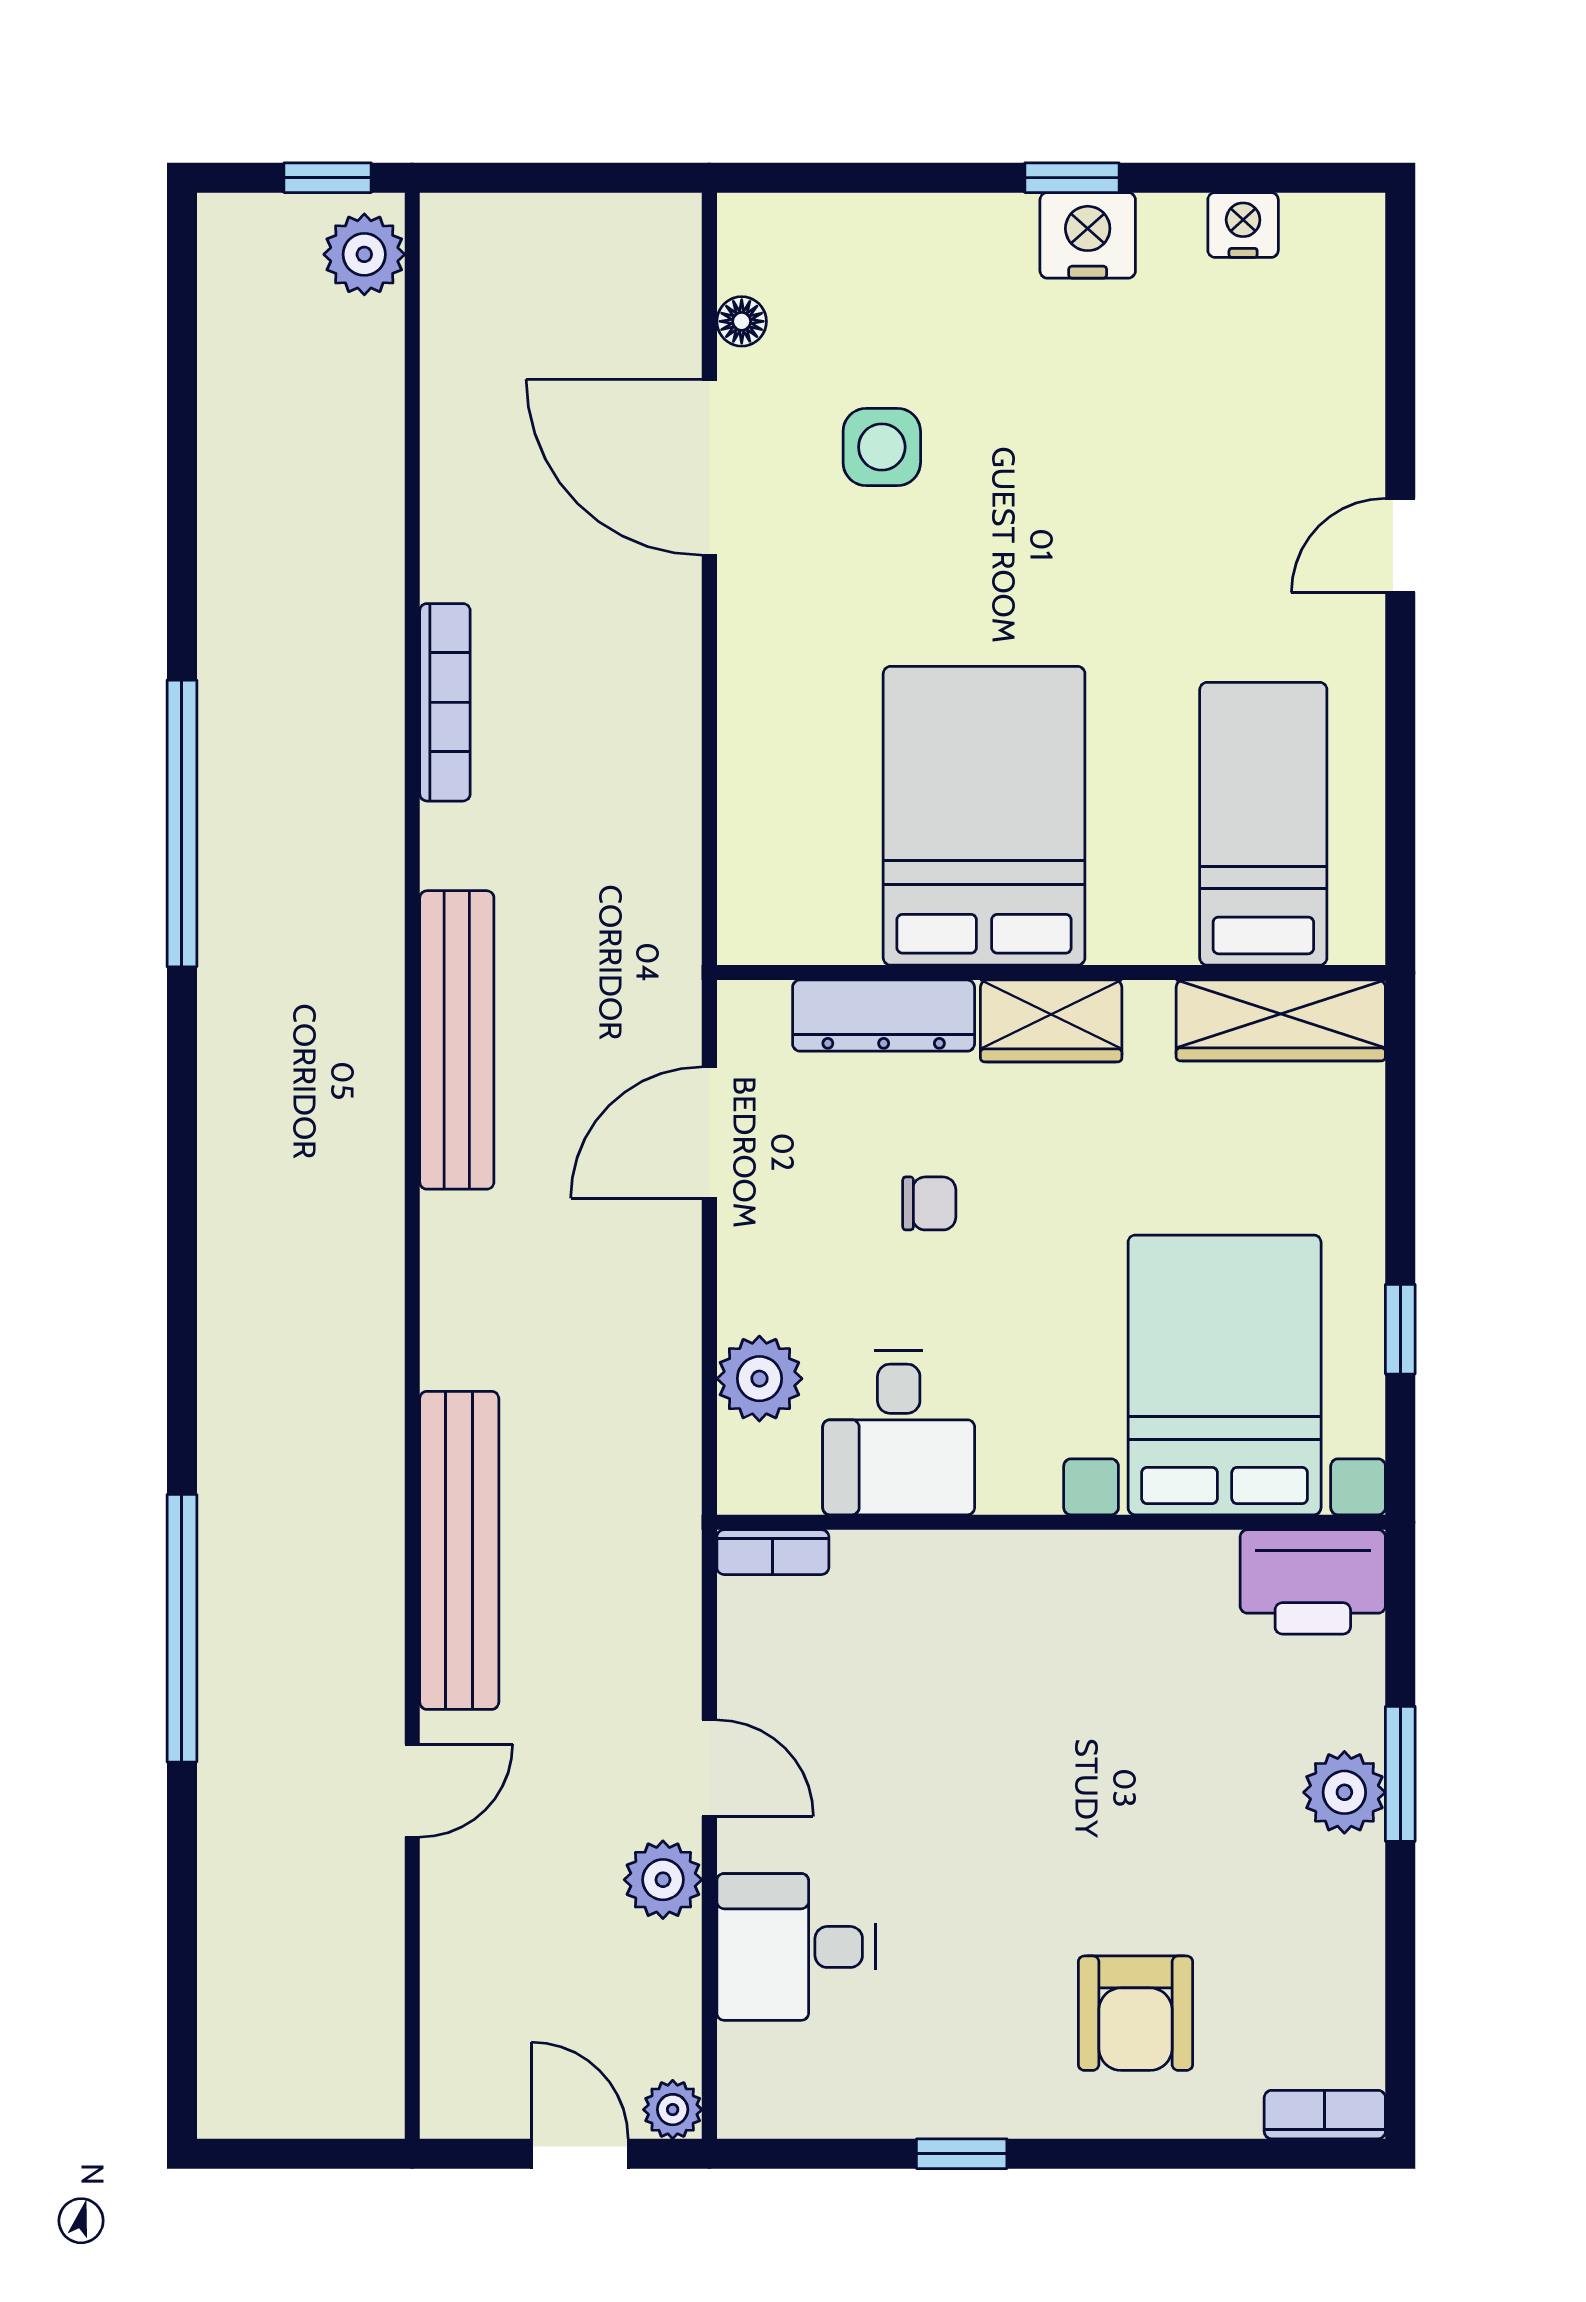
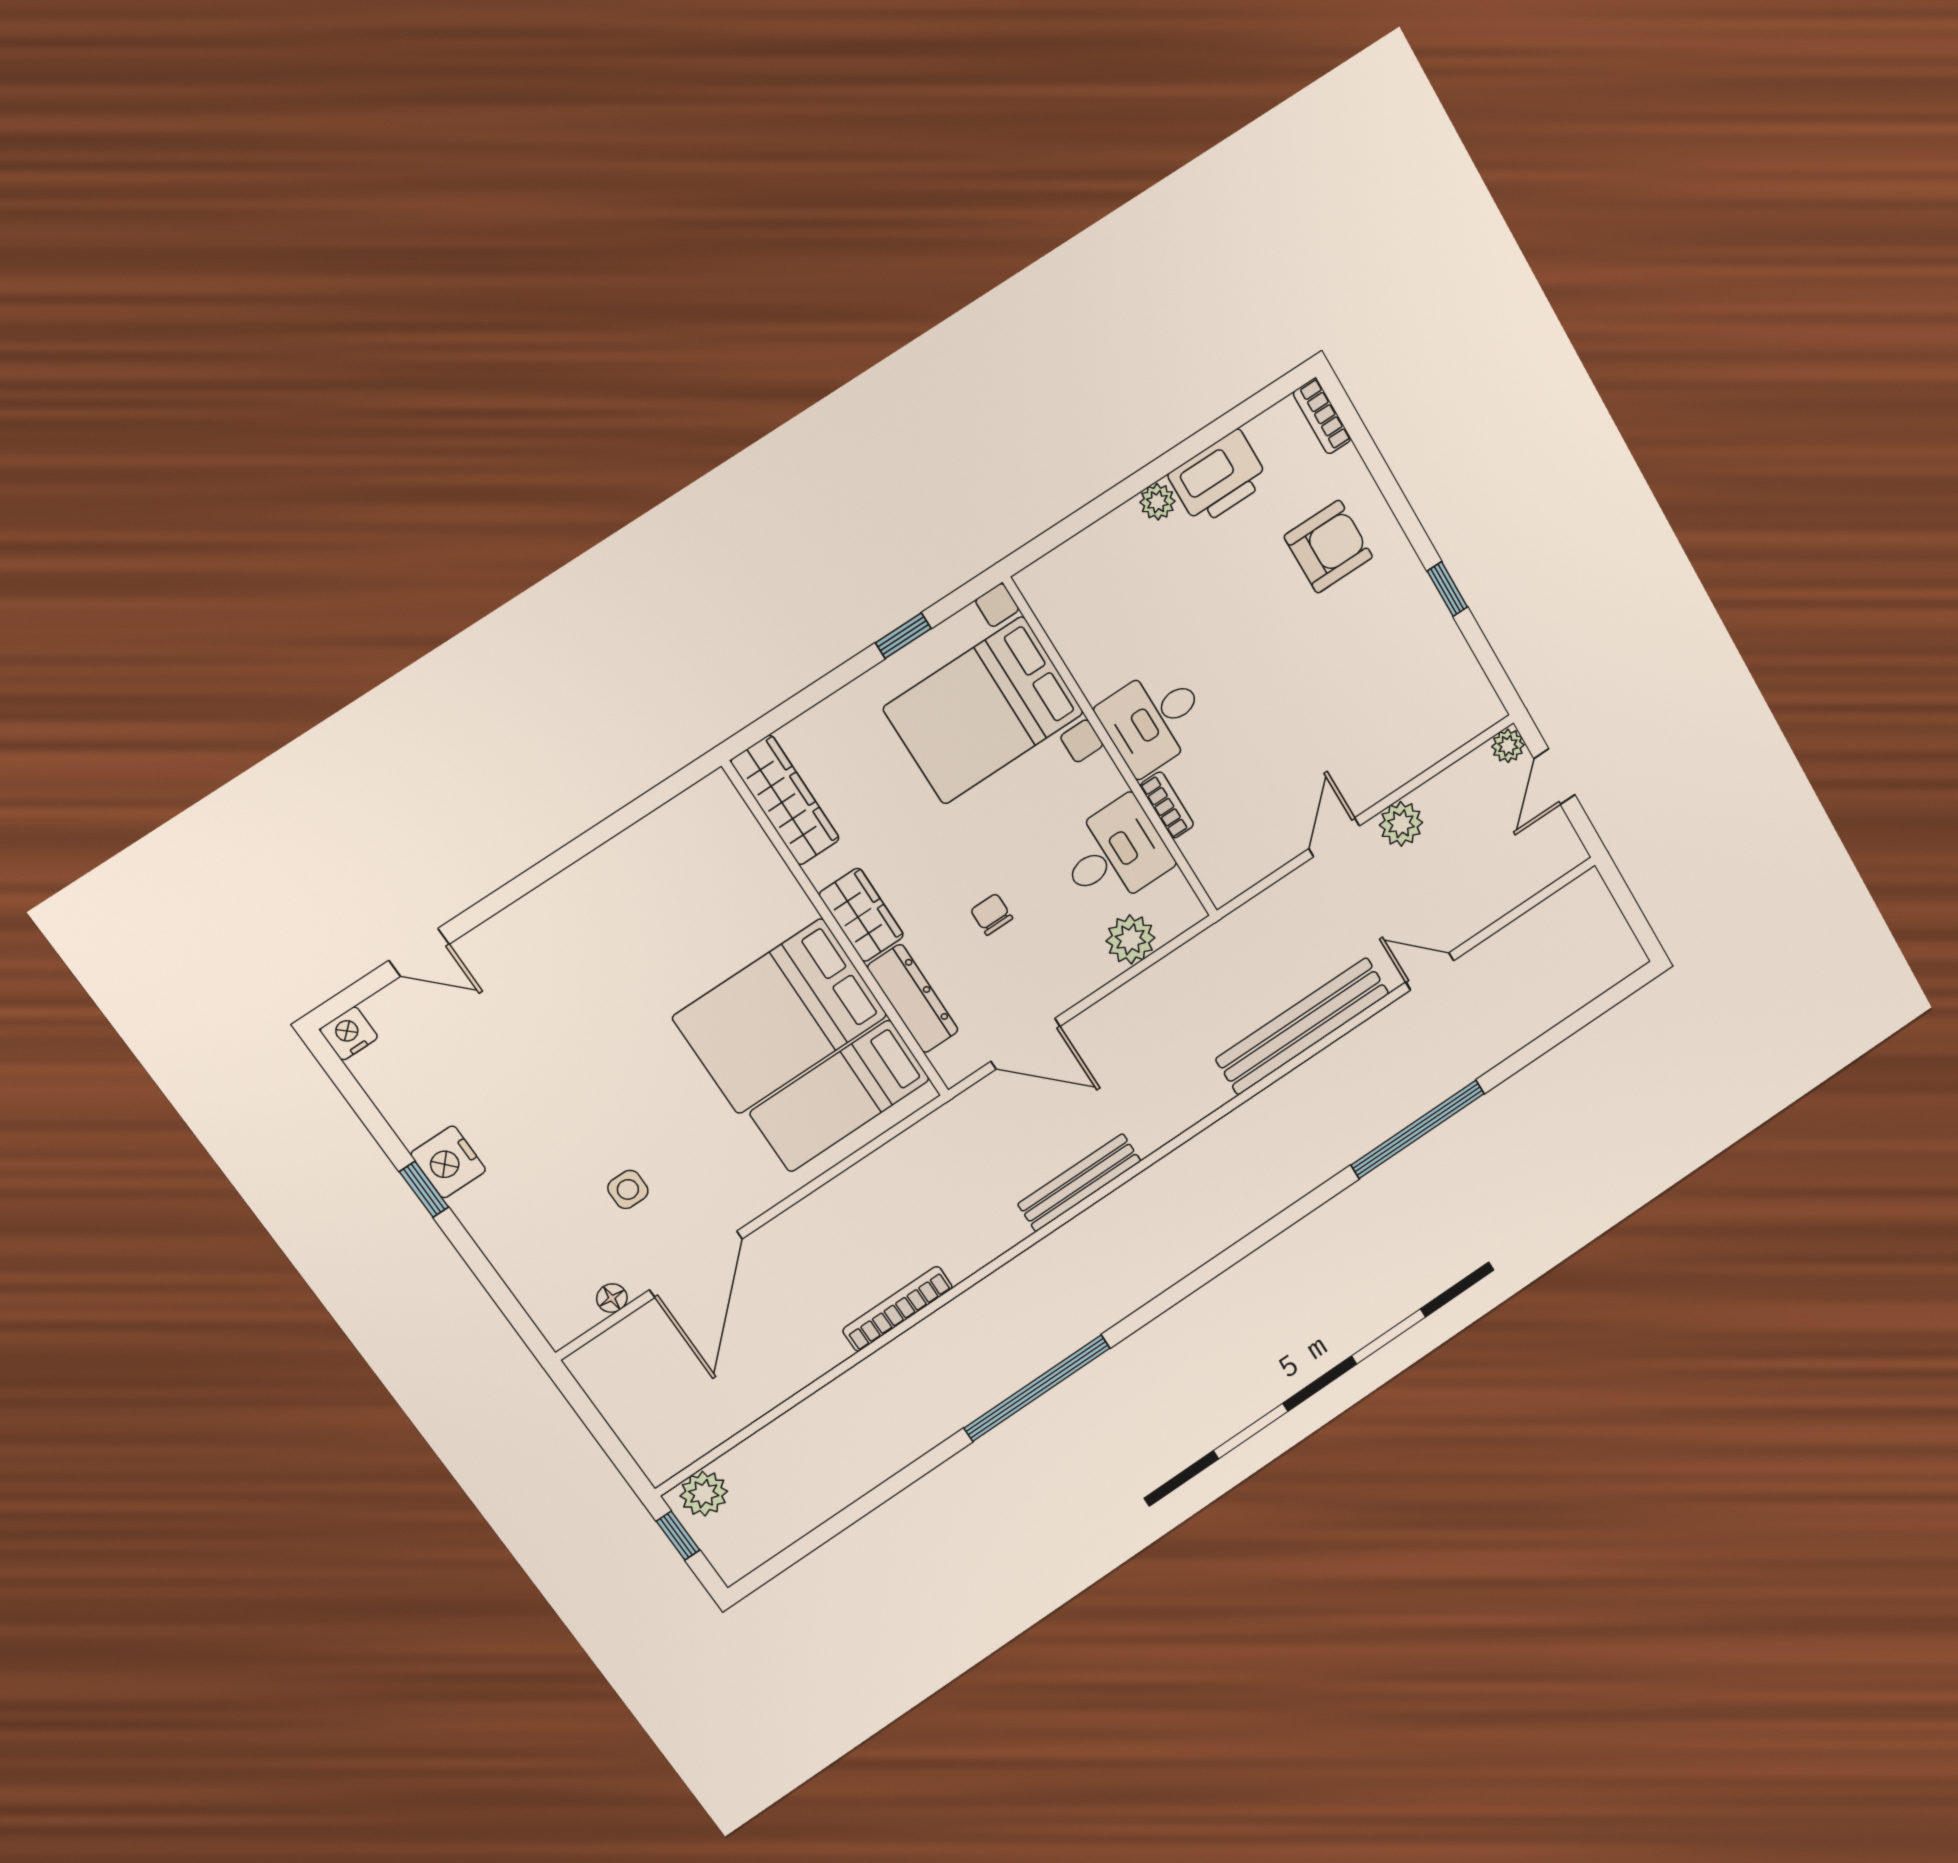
nightstand: (1243, 225) -> (349, 1033), moved, turned 90
side table: (882, 447) -> (628, 1189), width x0.73, depth x0.73
door: (1400, 545) -> (419, 952), moved
bed: (1263, 824) -> (840, 1096), moved
bench: (457, 1040) -> (1079, 1183), width x0.73, depth x0.82
bookcase: (773, 1552) -> (1167, 805), moved
printer: (1313, 1582) -> (1219, 478), moved, turned 90
window: (1400, 1774) -> (1129, 488), removed
plant: (1344, 1792) -> (1157, 502), width x0.73, depth x0.73
desk: (796, 1947) -> (1154, 719), moved, turned 90

